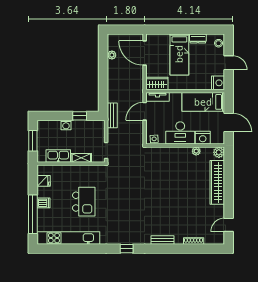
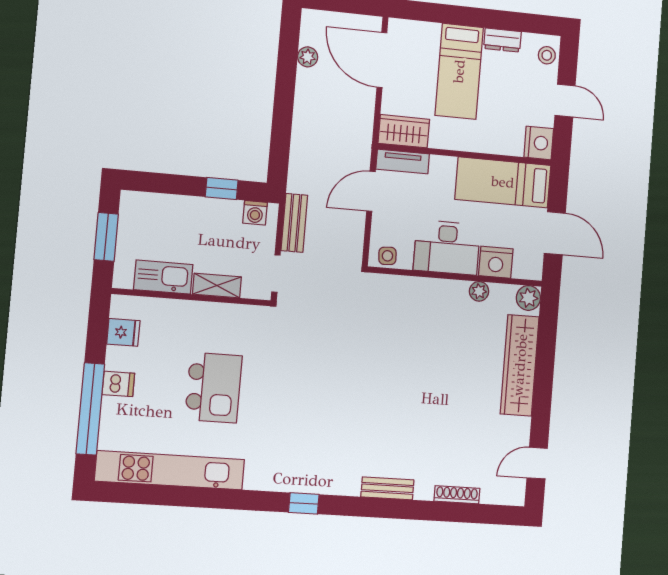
bench: (112, 115) -> (294, 223), moved
washing machine: (66, 125) -> (255, 213), moved

